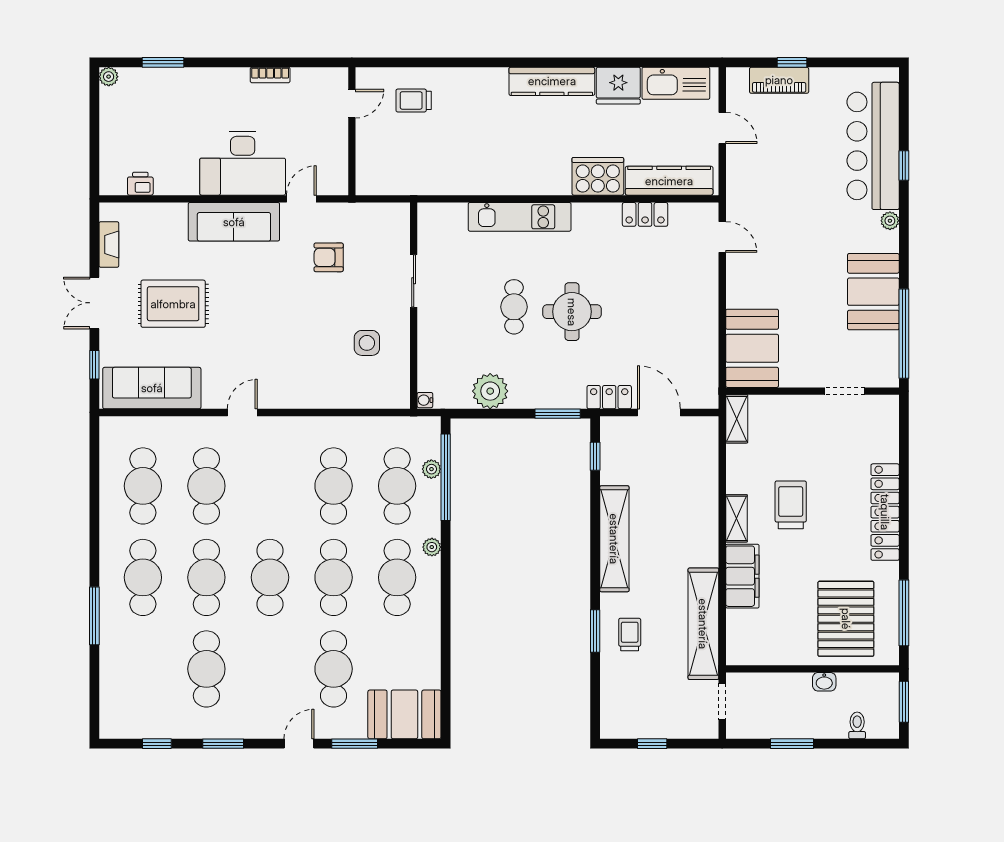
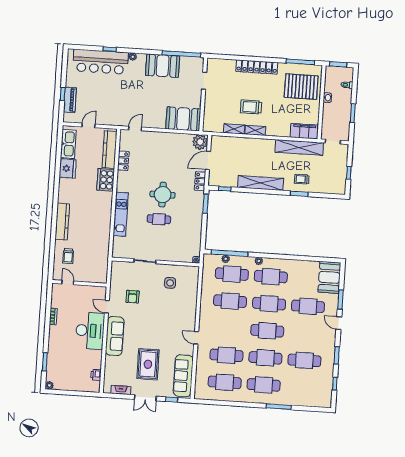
kitchen counter: (552, 81) -> (62, 222), moved
plant: (490, 391) -> (200, 142), moved
shelving: (737, 419) -> (234, 129), moved
filing cabinet: (742, 576) -> (304, 131), moved

